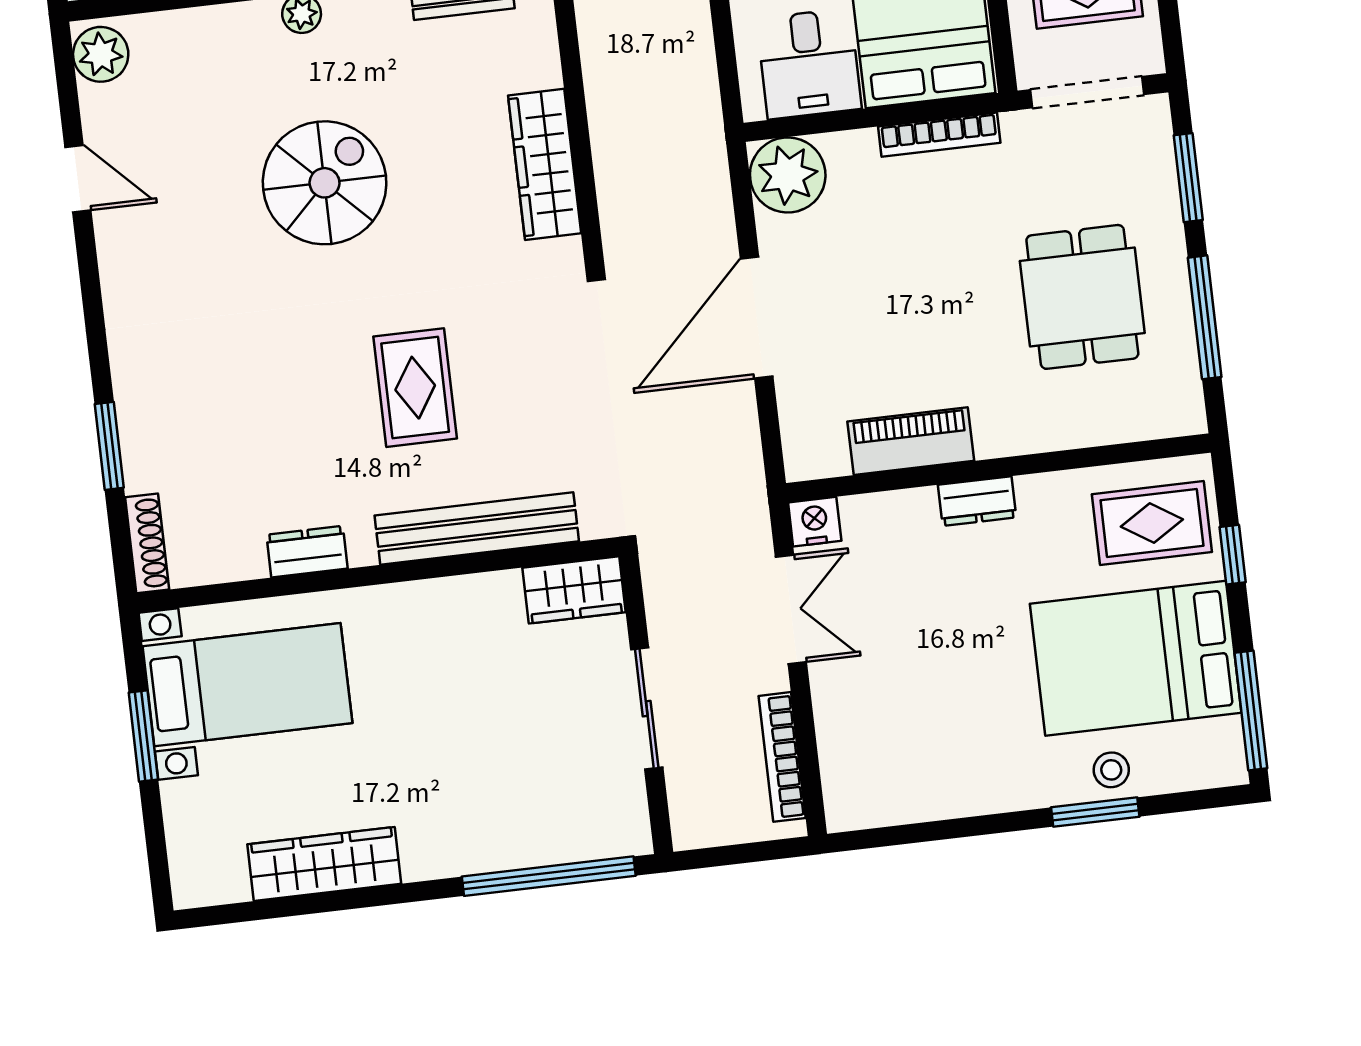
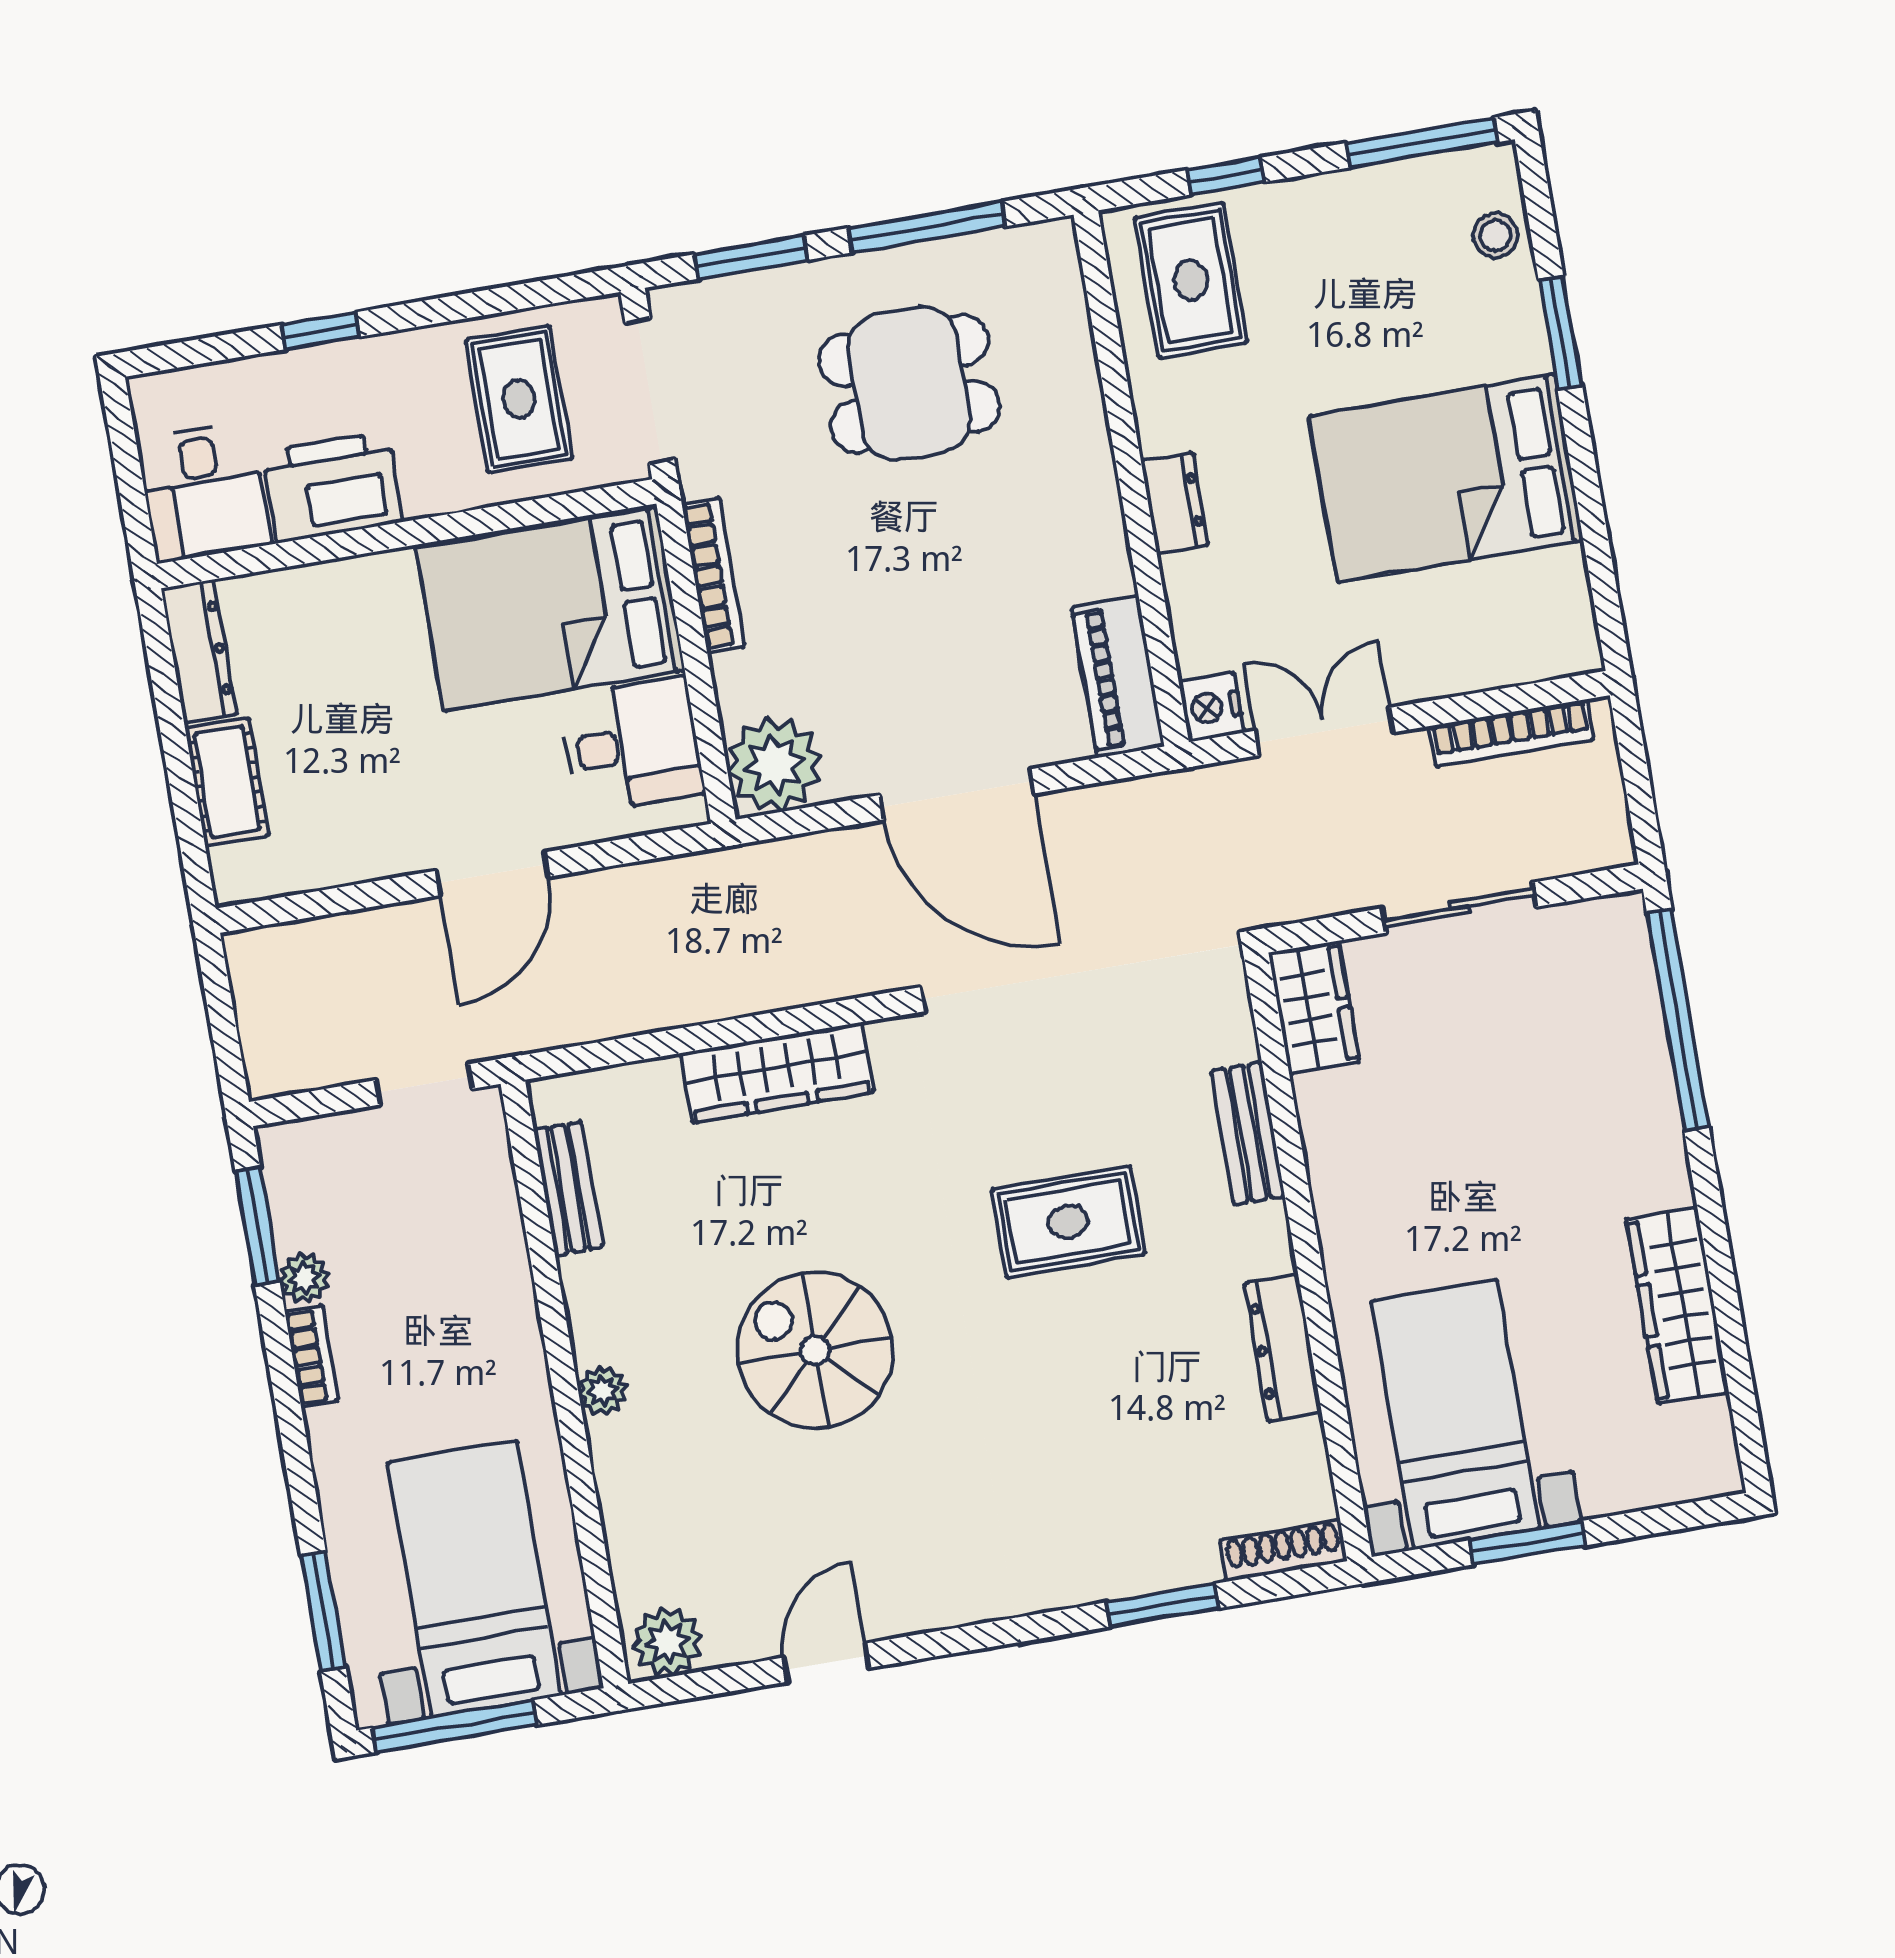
piano: (911, 441) -> (1118, 677), moved
bench: (477, 528) -> (1248, 1134), width x0.54, depth x0.82
dresser: (307, 552) -> (1283, 1348), width x1.44
bed: (1136, 658) -> (1446, 478), moved, turned 90
stool: (1111, 770) -> (1495, 235), moved

